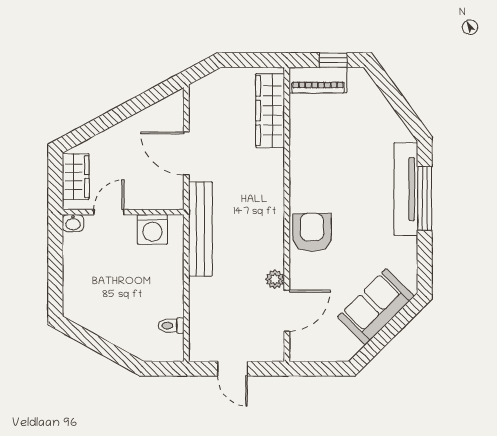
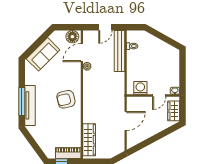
door: (186, 153) -> (126, 121), hinge flipped
bench: (200, 229) -> (119, 51), moved
armchair: (312, 233) -> (66, 99), moved, turned 77
floor lamp: (308, 347) -> (72, 37), added
door: (233, 369) -> (105, 27), swing flipped

